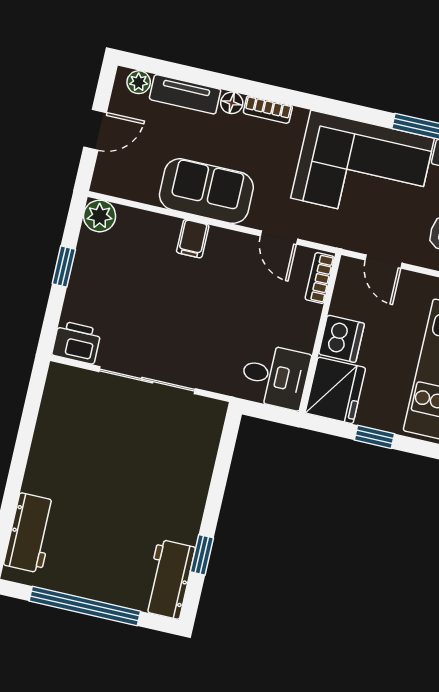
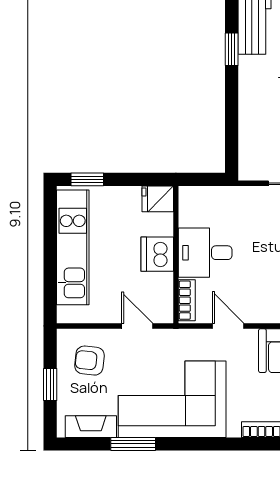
desk: (275, 376) -> (205, 253), moved
fridge: (335, 390) -> (158, 199), width x0.53, depth x0.75
window: (374, 437) -> (87, 179), moved

